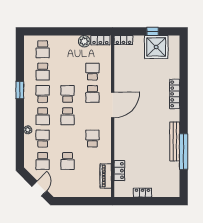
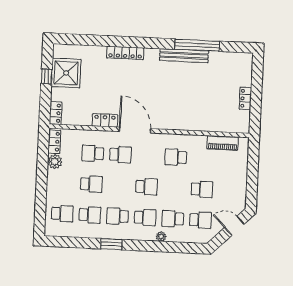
school desk: (68, 94) -> (91, 184), moved, turned 180
locker: (119, 171) -> (105, 120), moved

